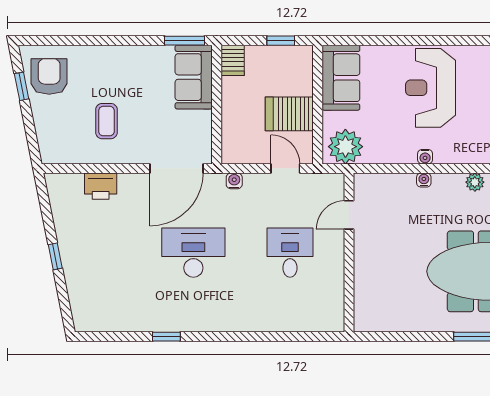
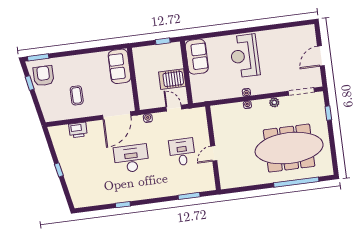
window: (185, 41) -> (38, 57), moved
server rack: (233, 60) -> (139, 55), removed
plant: (345, 147) -> (204, 93), removed
door: (349, 215) -> (214, 153), moved
window: (293, 337) -> (189, 196), added

